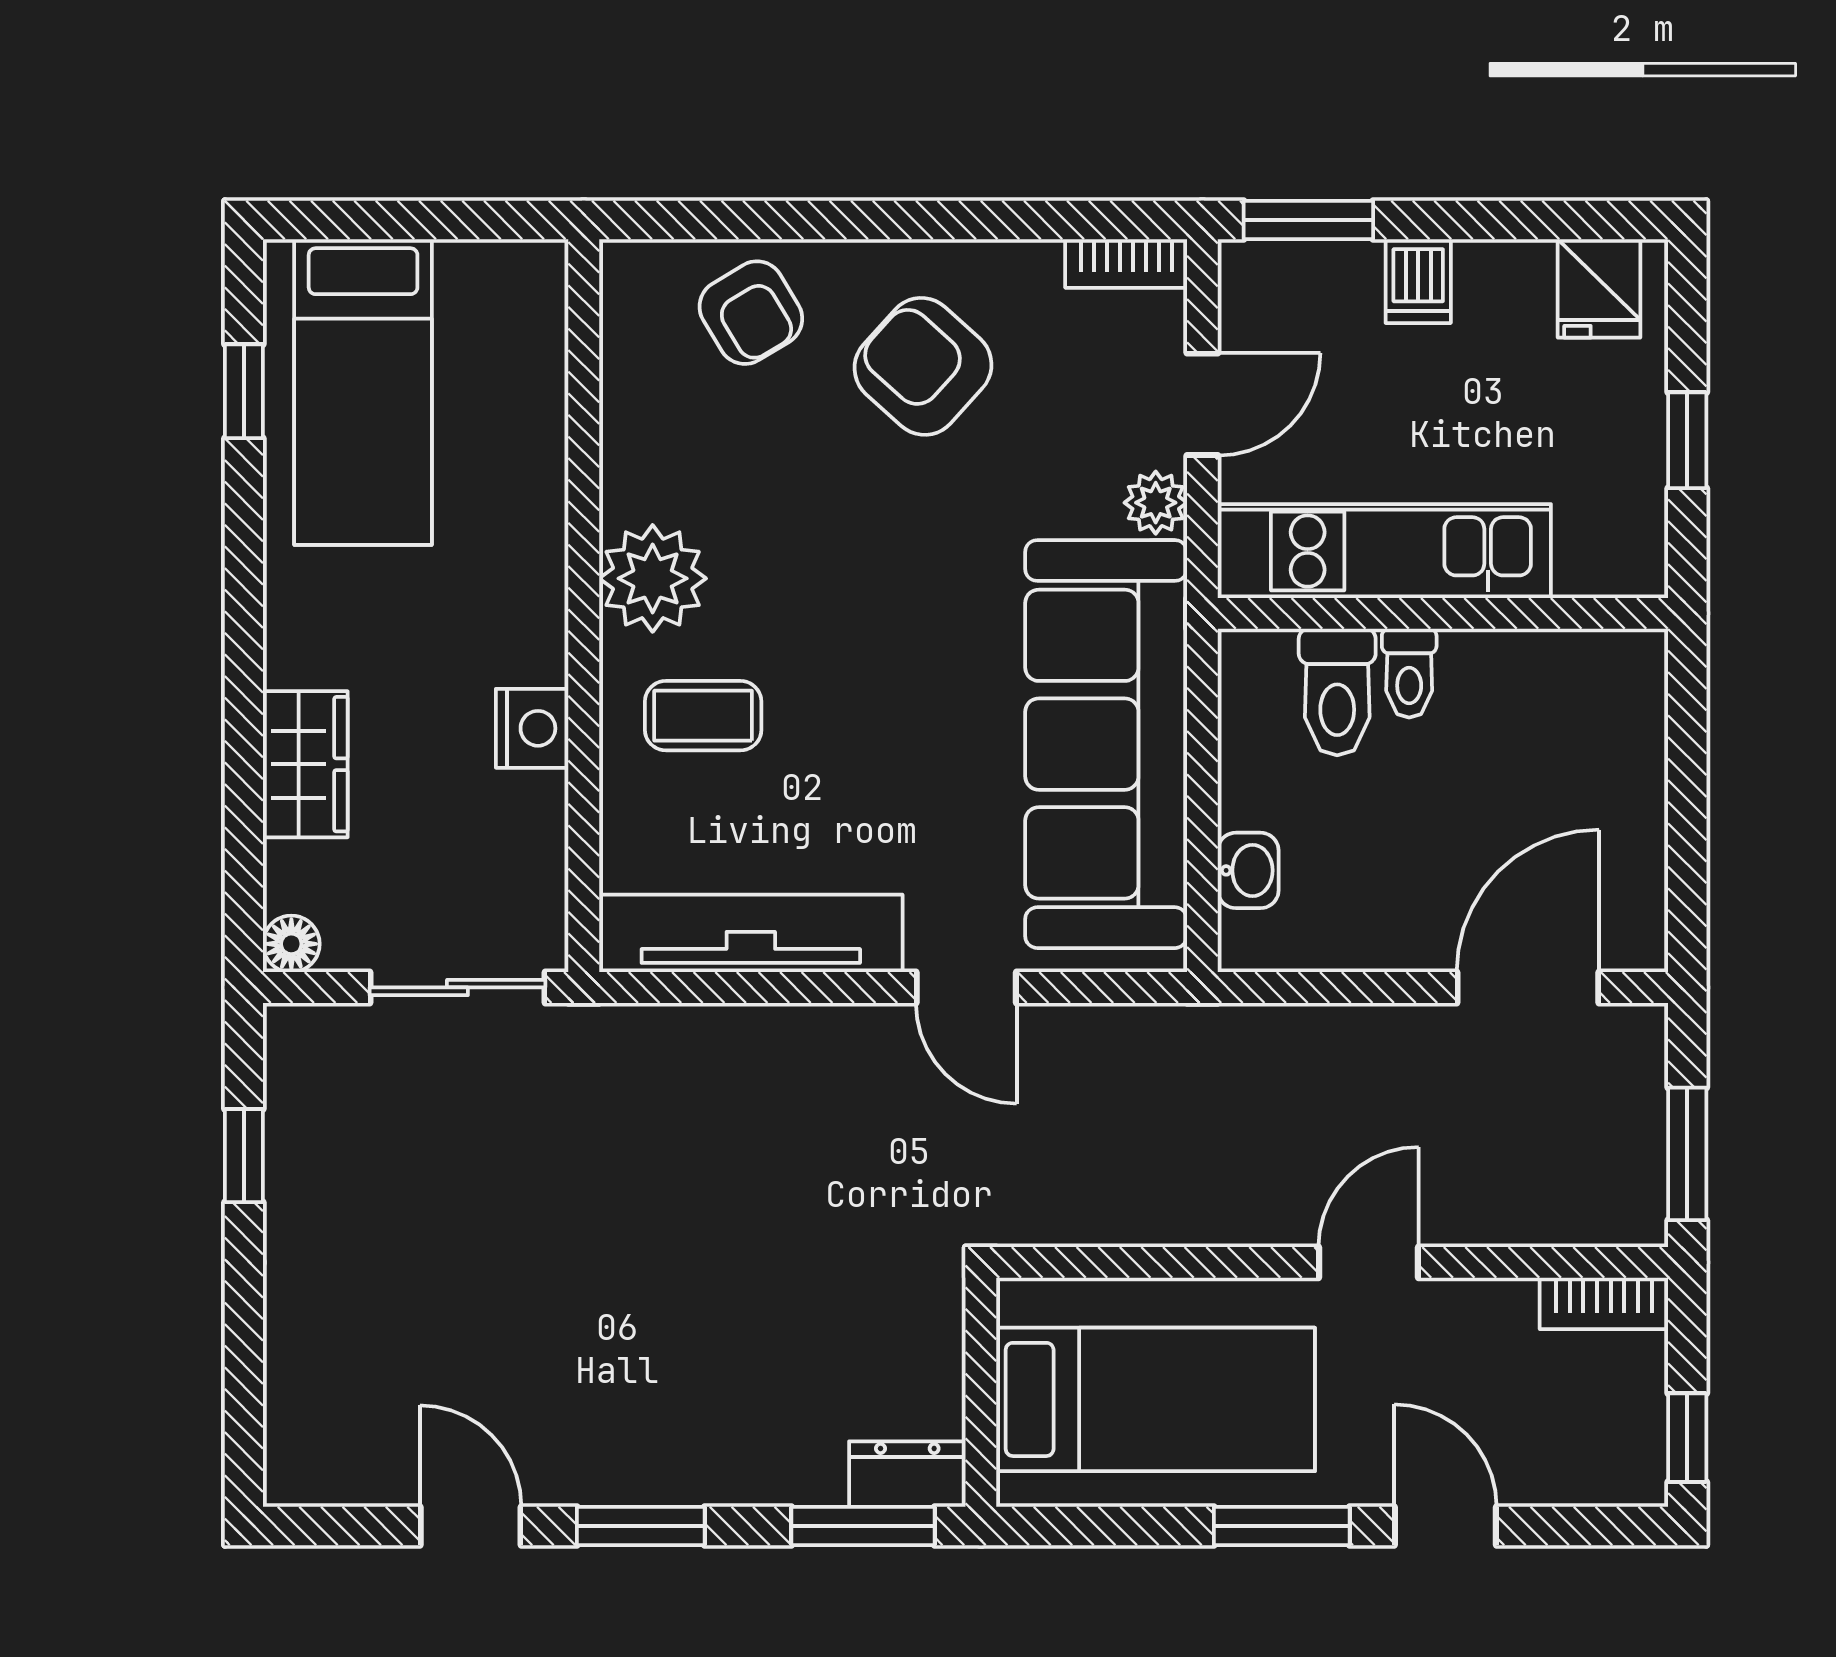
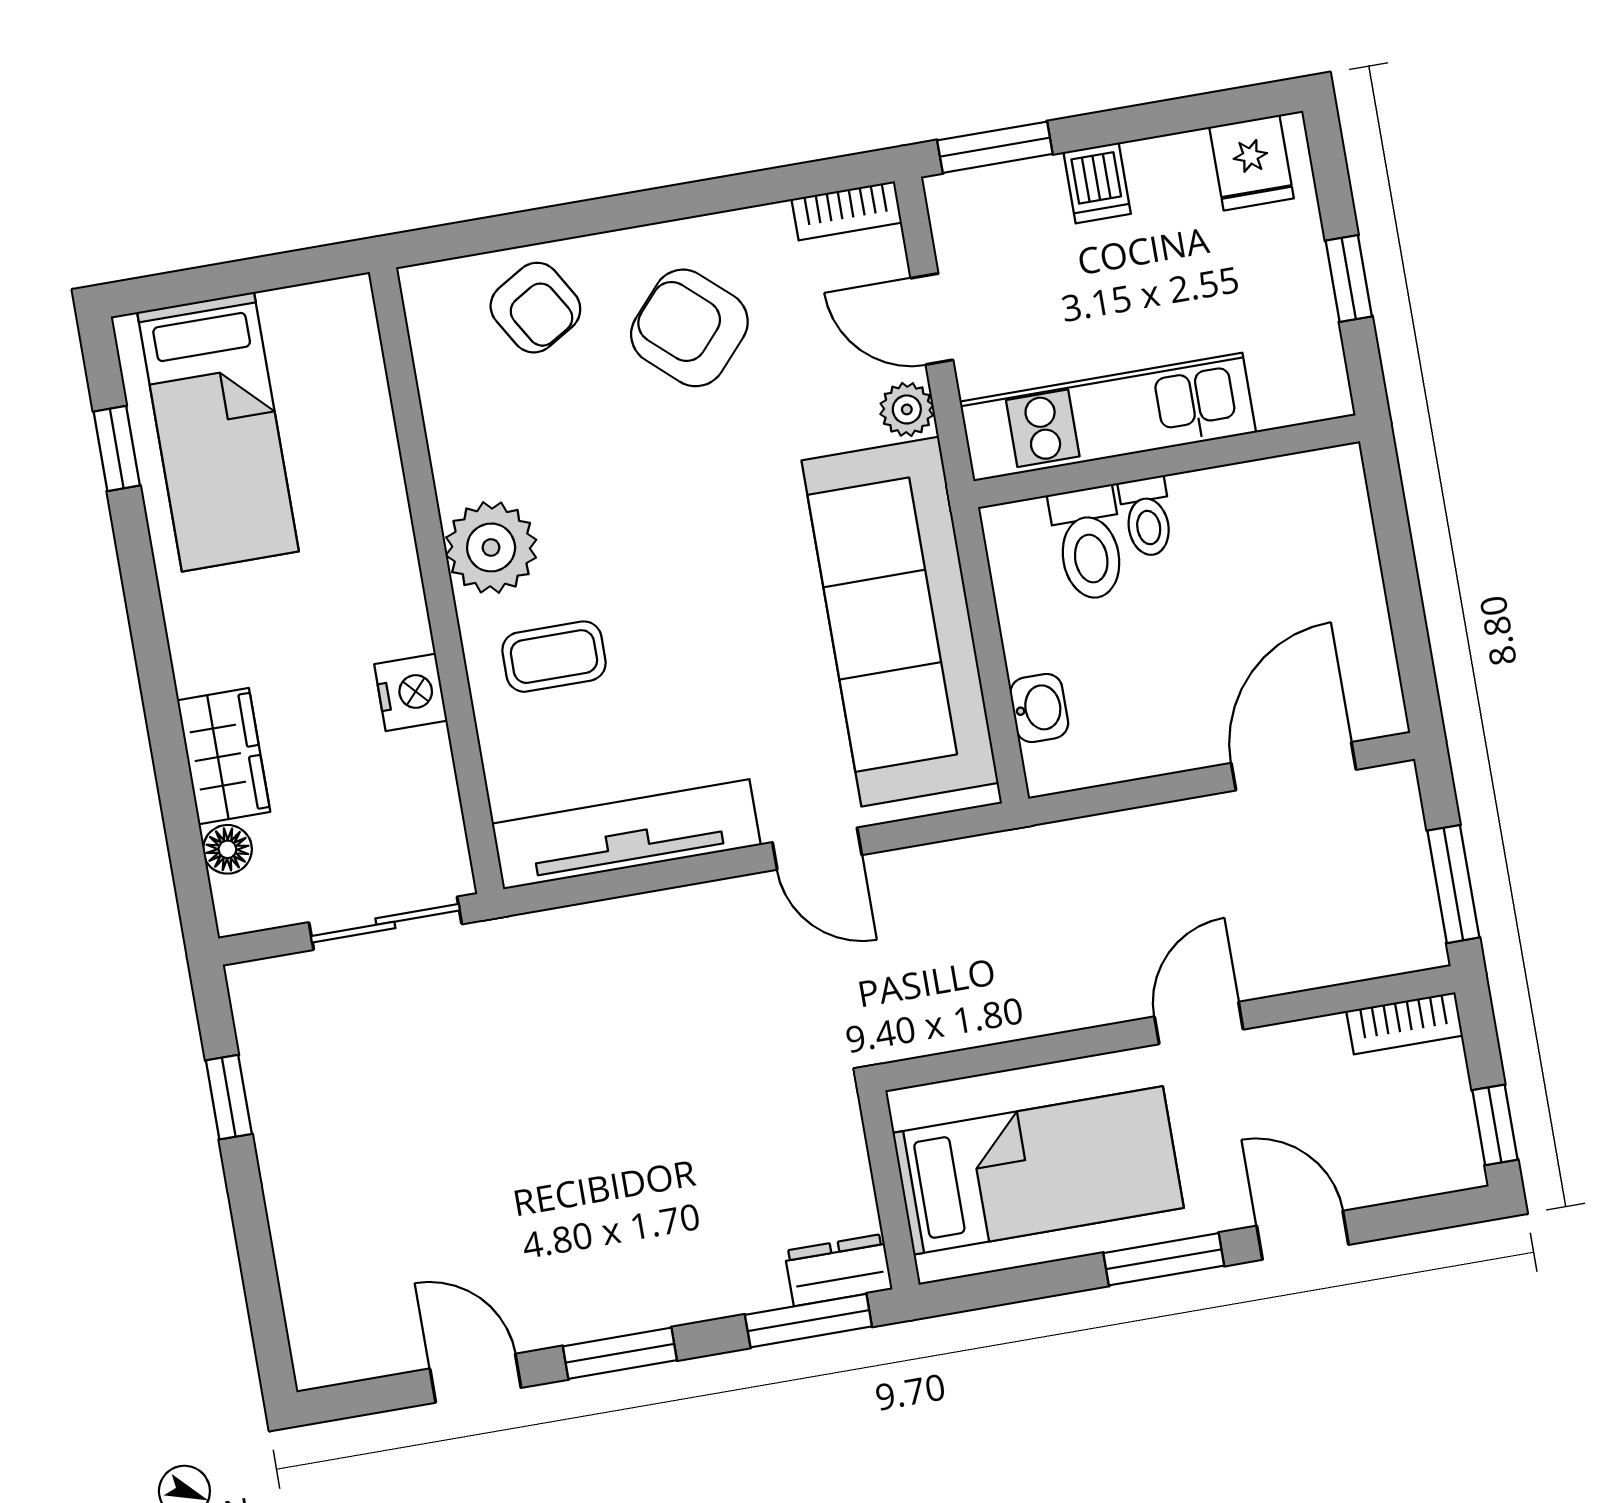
door: (1202, 404) -> (932, 319), swing flipped
floor lamp: (291, 944) -> (227, 849), moved

